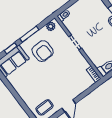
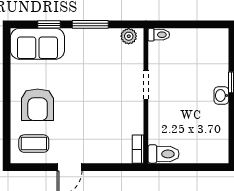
armchair: (43, 51) -> (38, 105), moved

